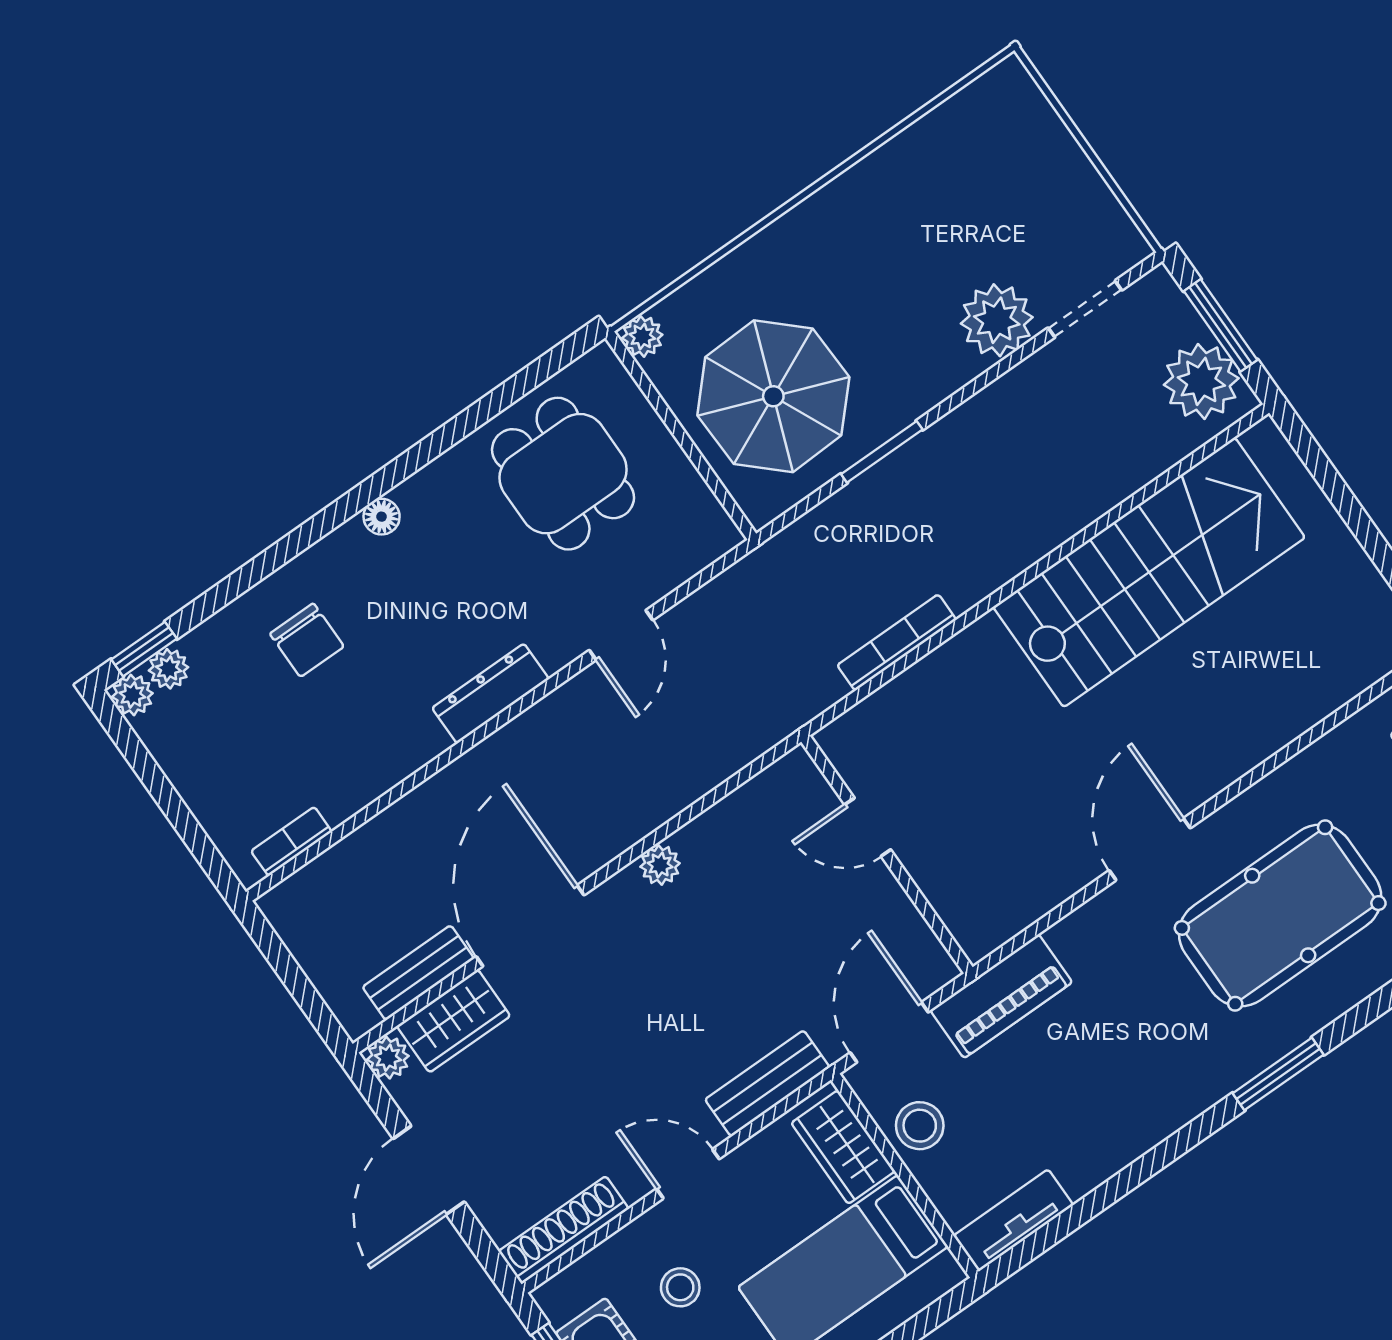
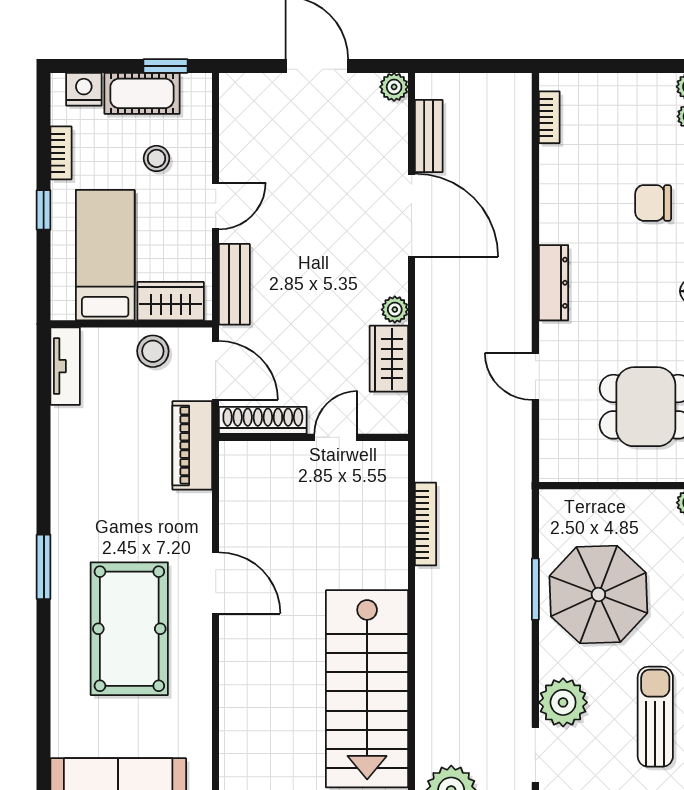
sun lounger: (935, 195) -> (655, 717), added
parasol: (773, 396) -> (598, 595), moved
wardrobe: (453, 1021) -> (389, 359), moved
shoe rack: (564, 1230) -> (263, 420), moved, turned -90

